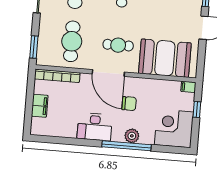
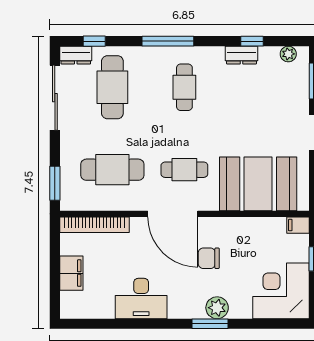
cafe table: (72, 41) -> (112, 170), turned 90
chair: (129, 104) -> (209, 258), turned 180
desk: (95, 127) -> (141, 299), moved
window: (126, 146) -> (210, 324), width x0.47

